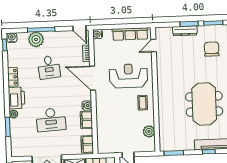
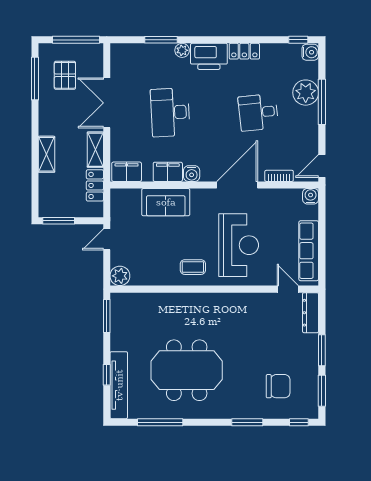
dresser: (185, 31) -> (311, 313), moved
sofa: (104, 120) -> (166, 202), added
plant: (149, 131) -> (120, 276), moved

